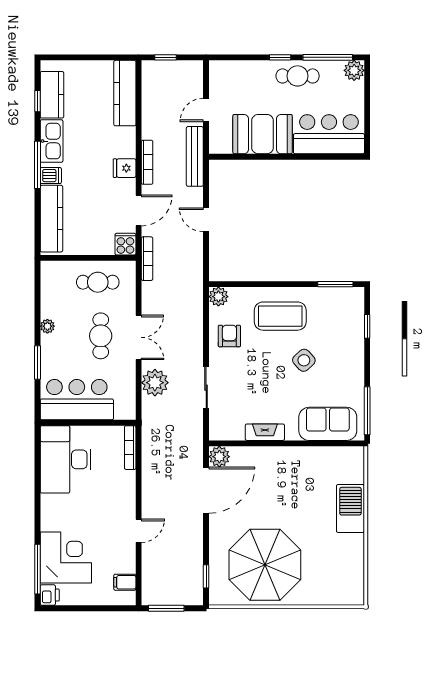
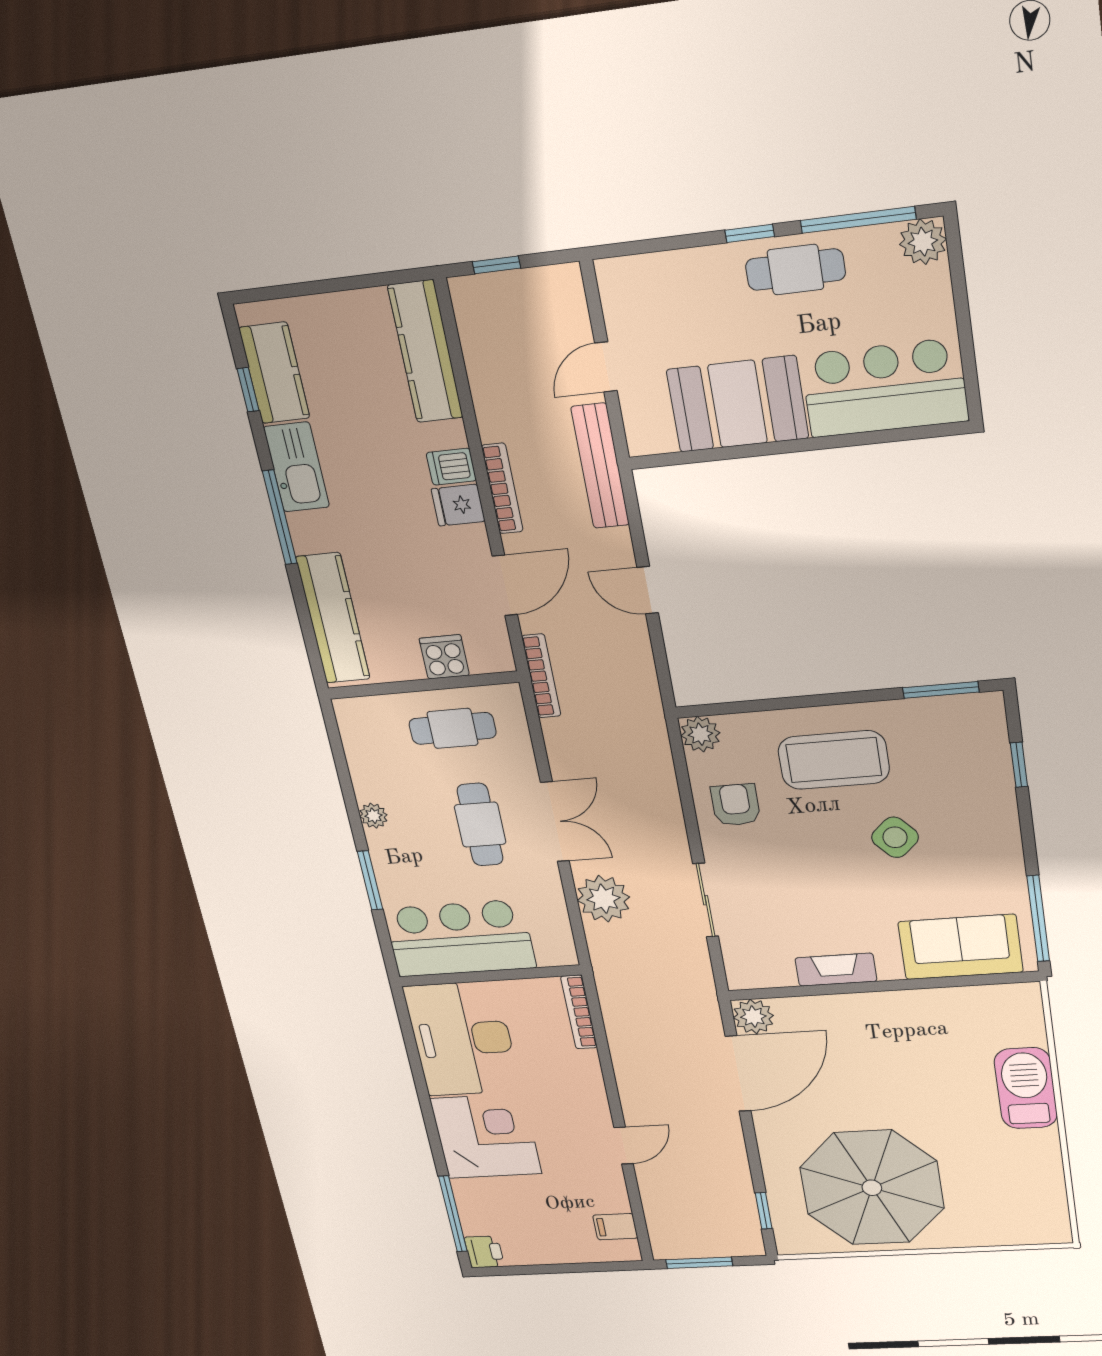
dishwasher: (51, 176) -> (451, 467), moved, turned 180
cooker: (125, 244) -> (444, 657), moved
corner desk: (66, 558) -> (486, 1136), moved

